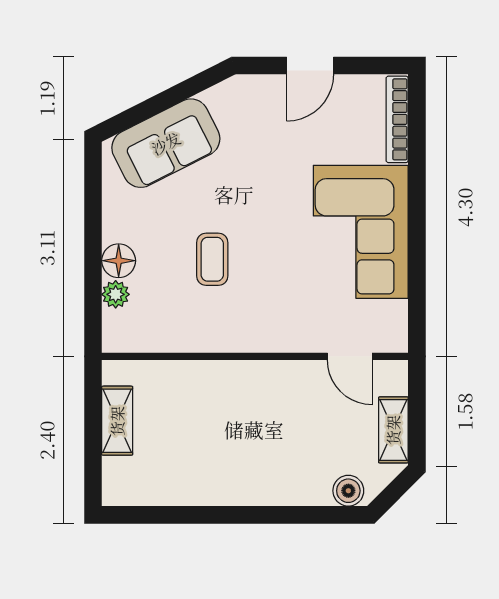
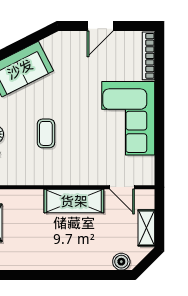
shelving: (263, 381) -> (74, 201), added

